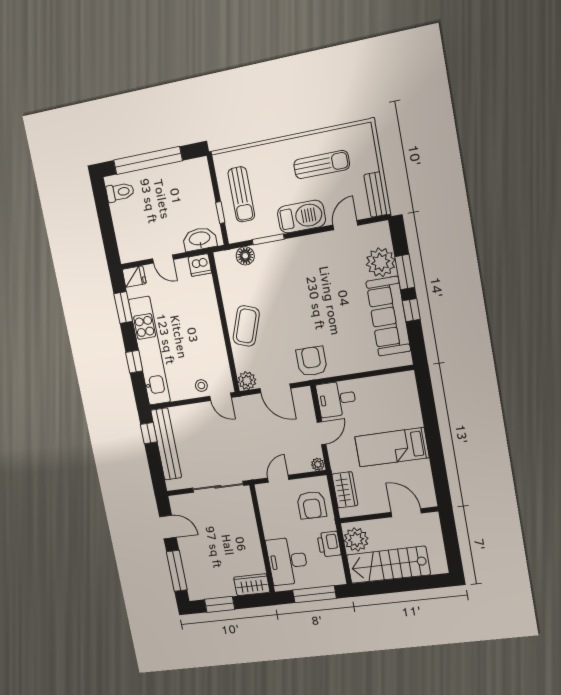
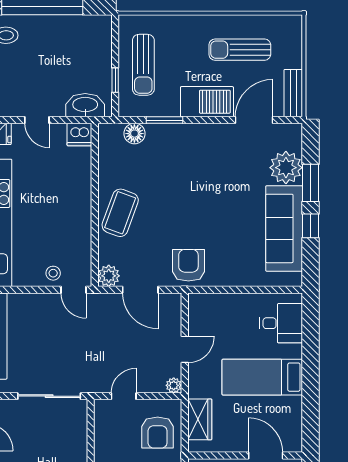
sun lounger: (322, 165) -> (240, 50), turned 180
door: (345, 225) -> (254, 120), width x1.37
desk: (336, 399) -> (281, 323), moved, turned 180

